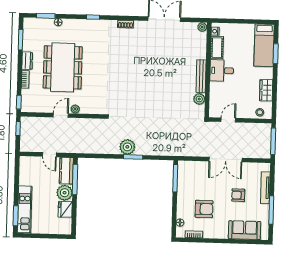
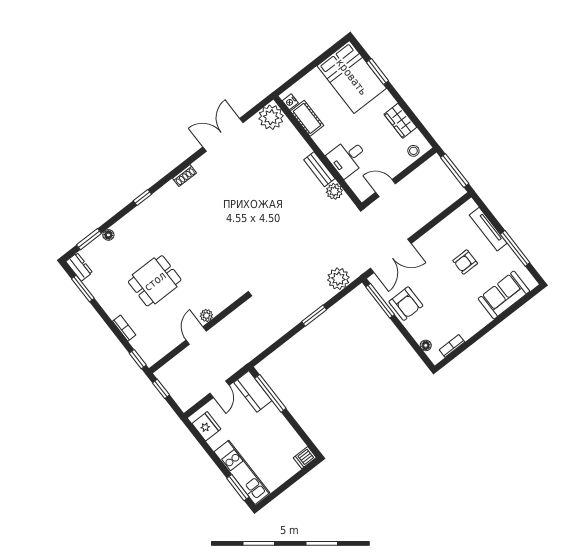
plant: (202, 27) -> (271, 117), width x1.87, depth x1.87
bed: (264, 45) -> (352, 77), width x1.50
dresser: (27, 61) -> (79, 267), moved
dining table: (63, 67) -> (155, 281), width x0.53, depth x0.80
desk: (222, 70) -> (348, 158), moved
bench: (201, 76) -> (319, 169), width x0.73
door: (228, 120) -> (386, 188), hinge flipped
plant: (127, 147) -> (338, 279), moved
door: (49, 155) -> (219, 389), hinge flipped
double door: (226, 160) -> (391, 256), moved
plant: (65, 193) -> (271, 418), removed
fridge: (65, 209) -> (206, 426), moved, turned 180
armchair: (204, 209) -> (406, 304), moved, turned 90
dishwasher: (65, 229) -> (305, 458), added

